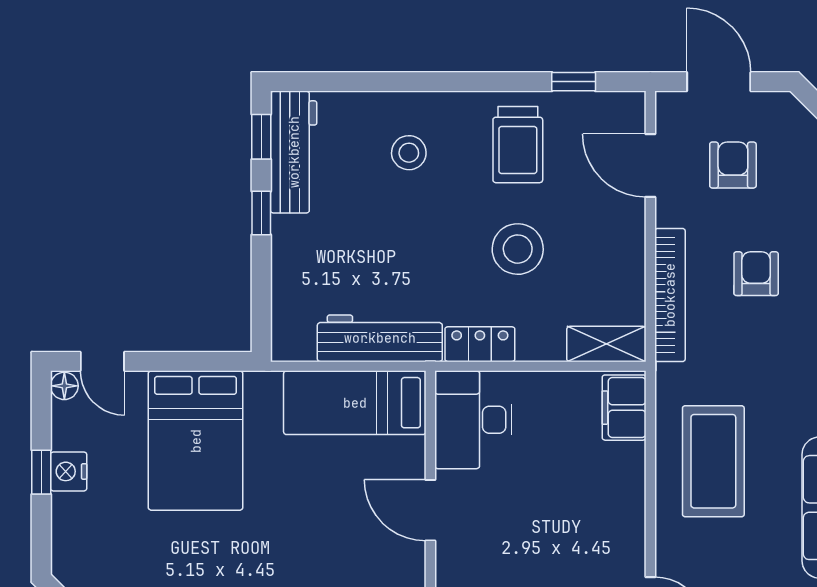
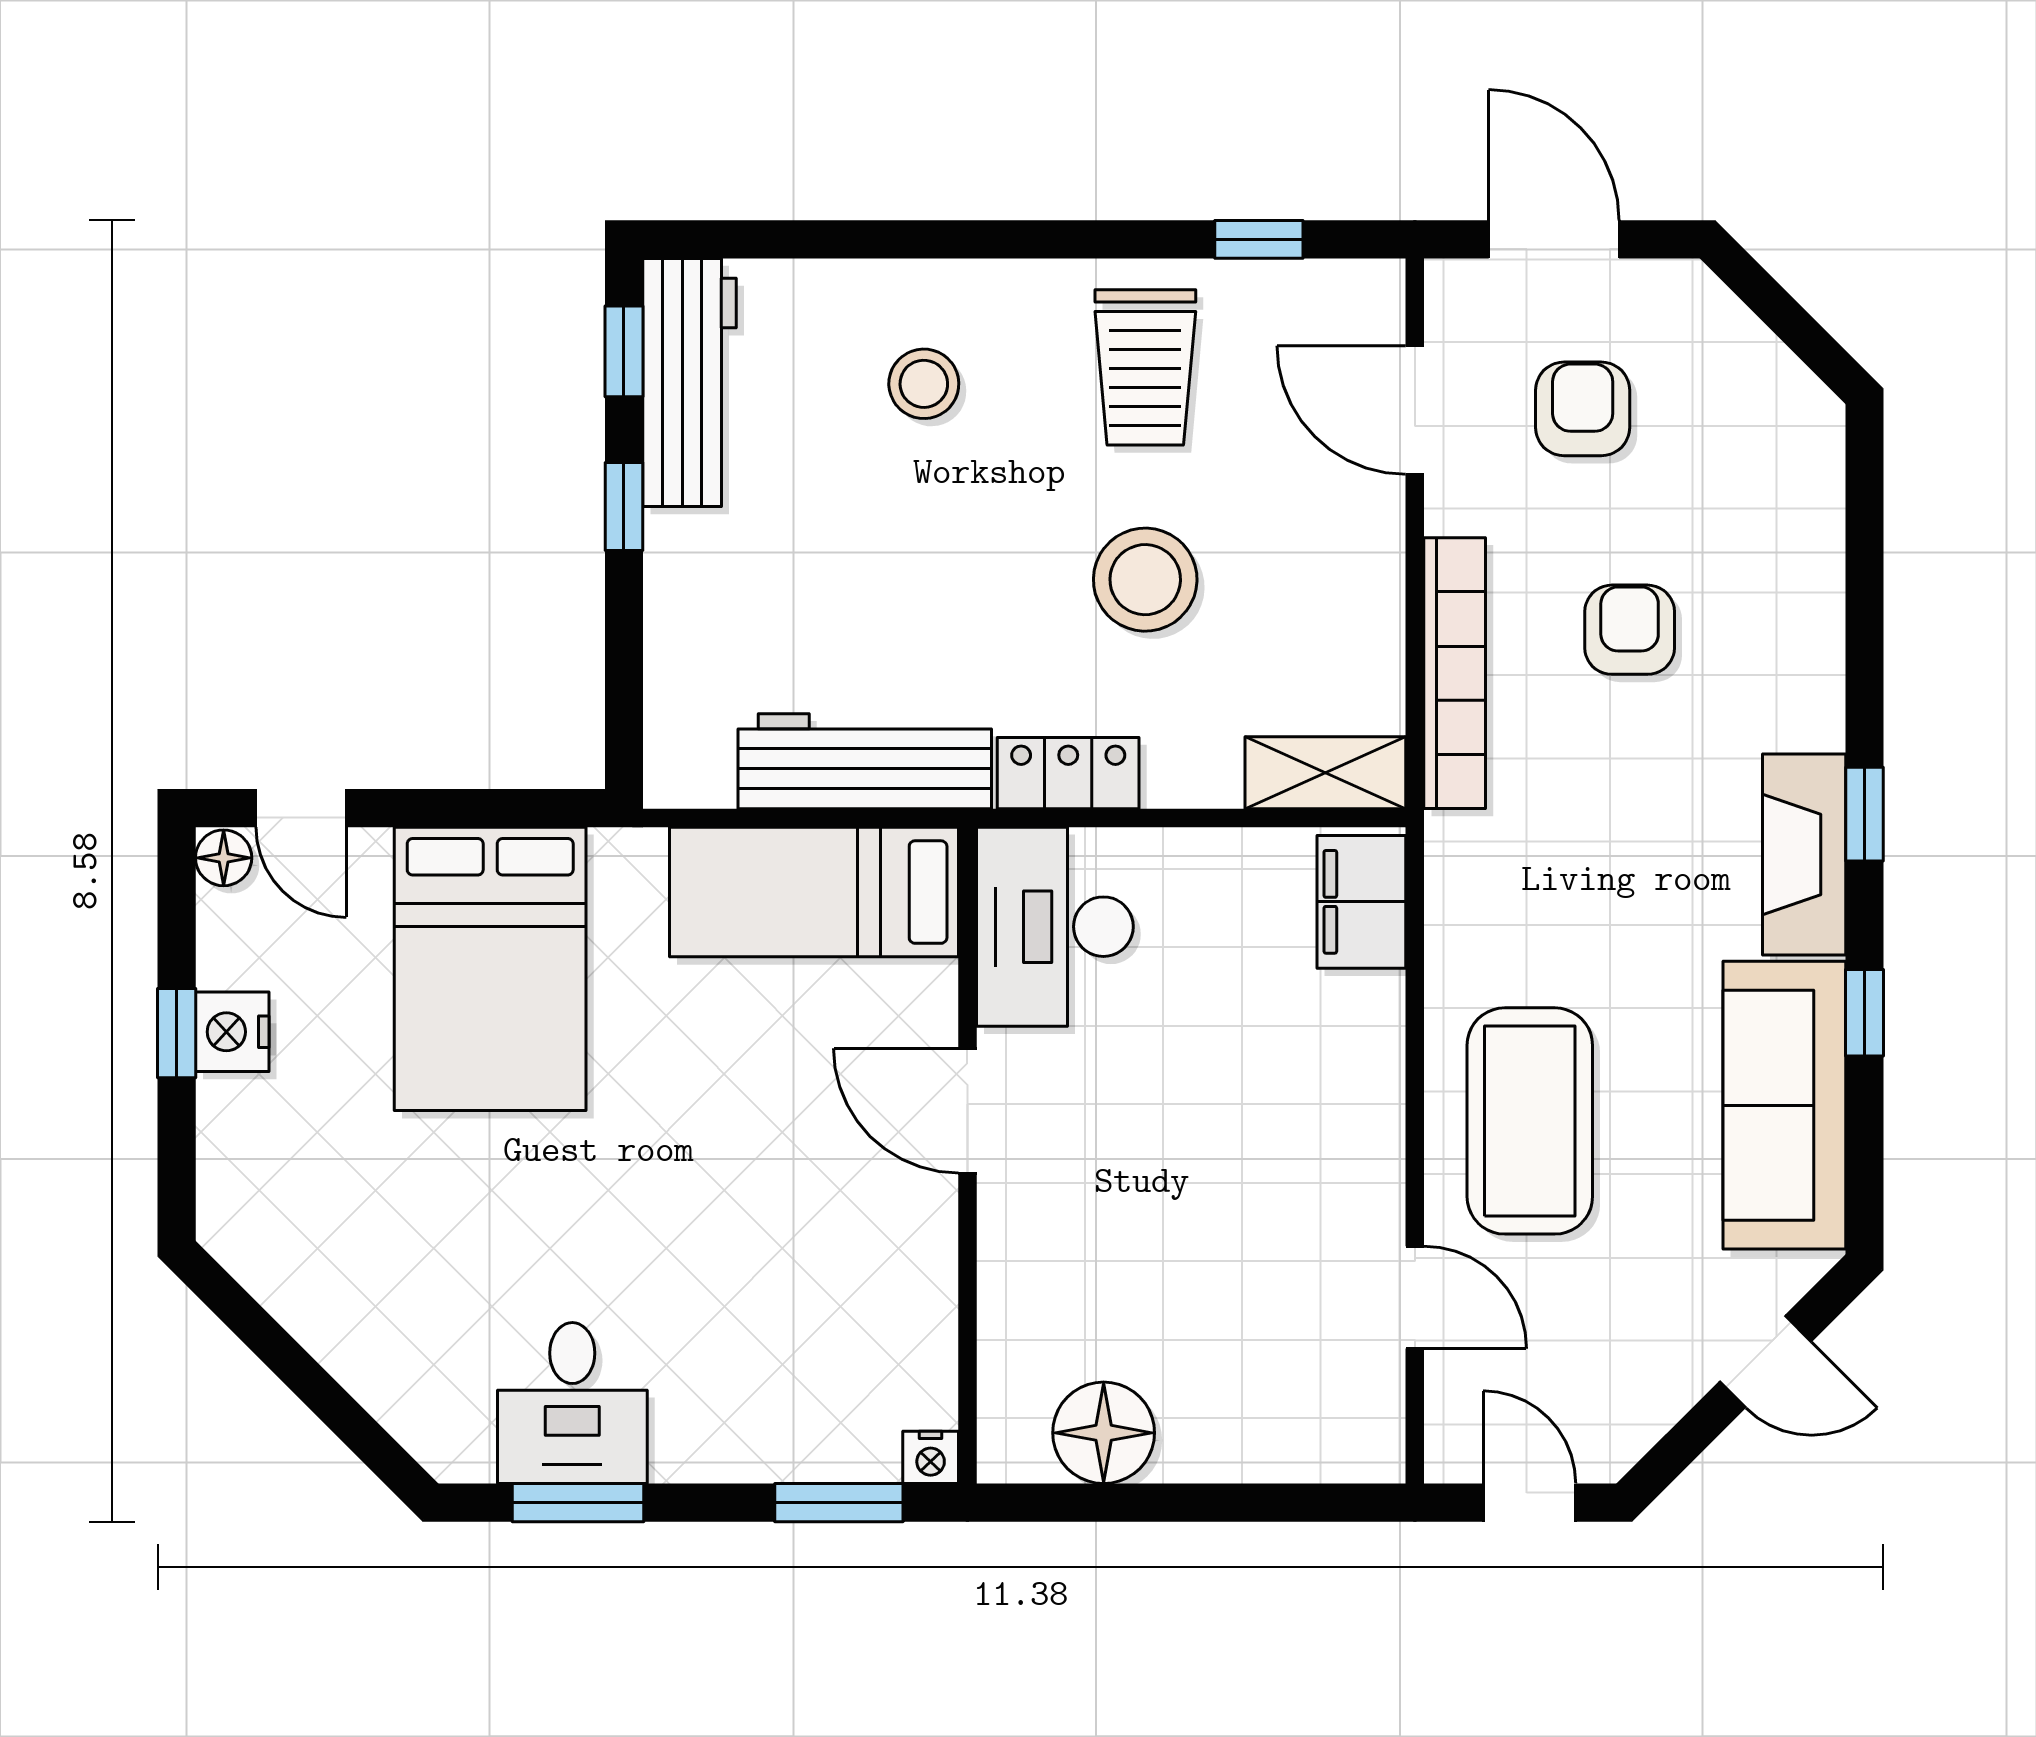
coffee table: (713, 461) -> (1530, 1121), moved

